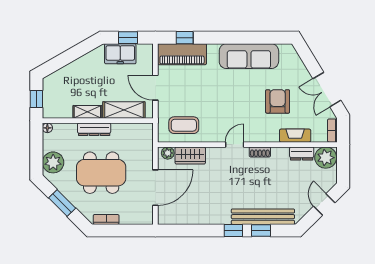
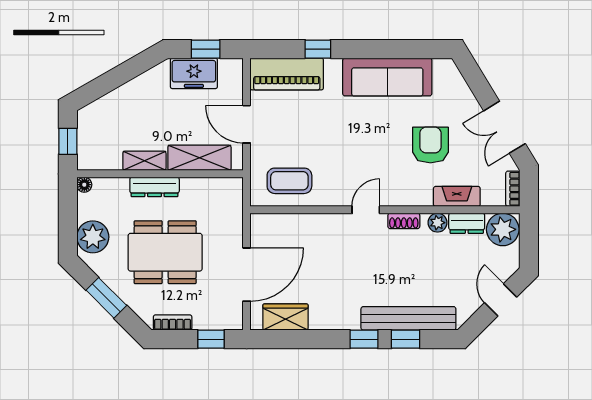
window: (185, 38) -> (318, 49), moved
plant: (168, 153) -> (437, 223), moved
wardrobe: (190, 155) -> (285, 317), moved, turned 180
window: (132, 231) -> (211, 339), added

